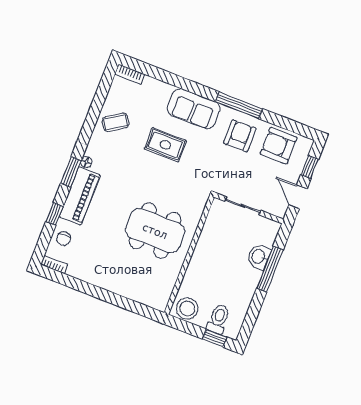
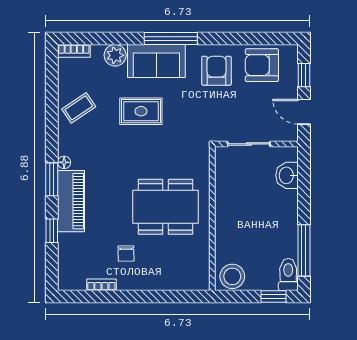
plant: (162, 91) -> (115, 55), added
window: (239, 105) -> (171, 38), moved
chair: (64, 239) -> (126, 253), moved
washbasin: (259, 257) -> (287, 175), moved
bookcase: (54, 264) -> (101, 285), moved
window: (270, 269) -> (304, 250), moved
toilet: (218, 319) -> (288, 274), moved

